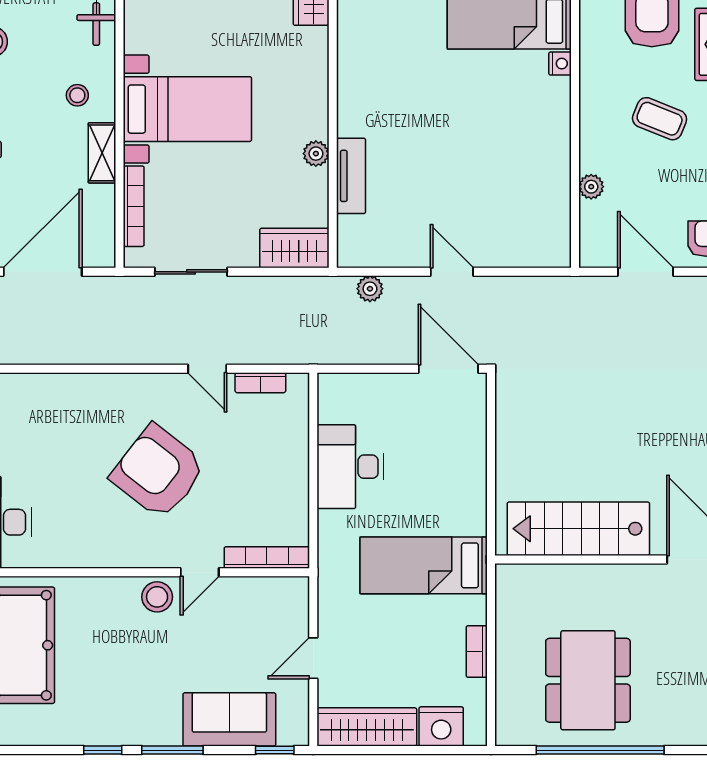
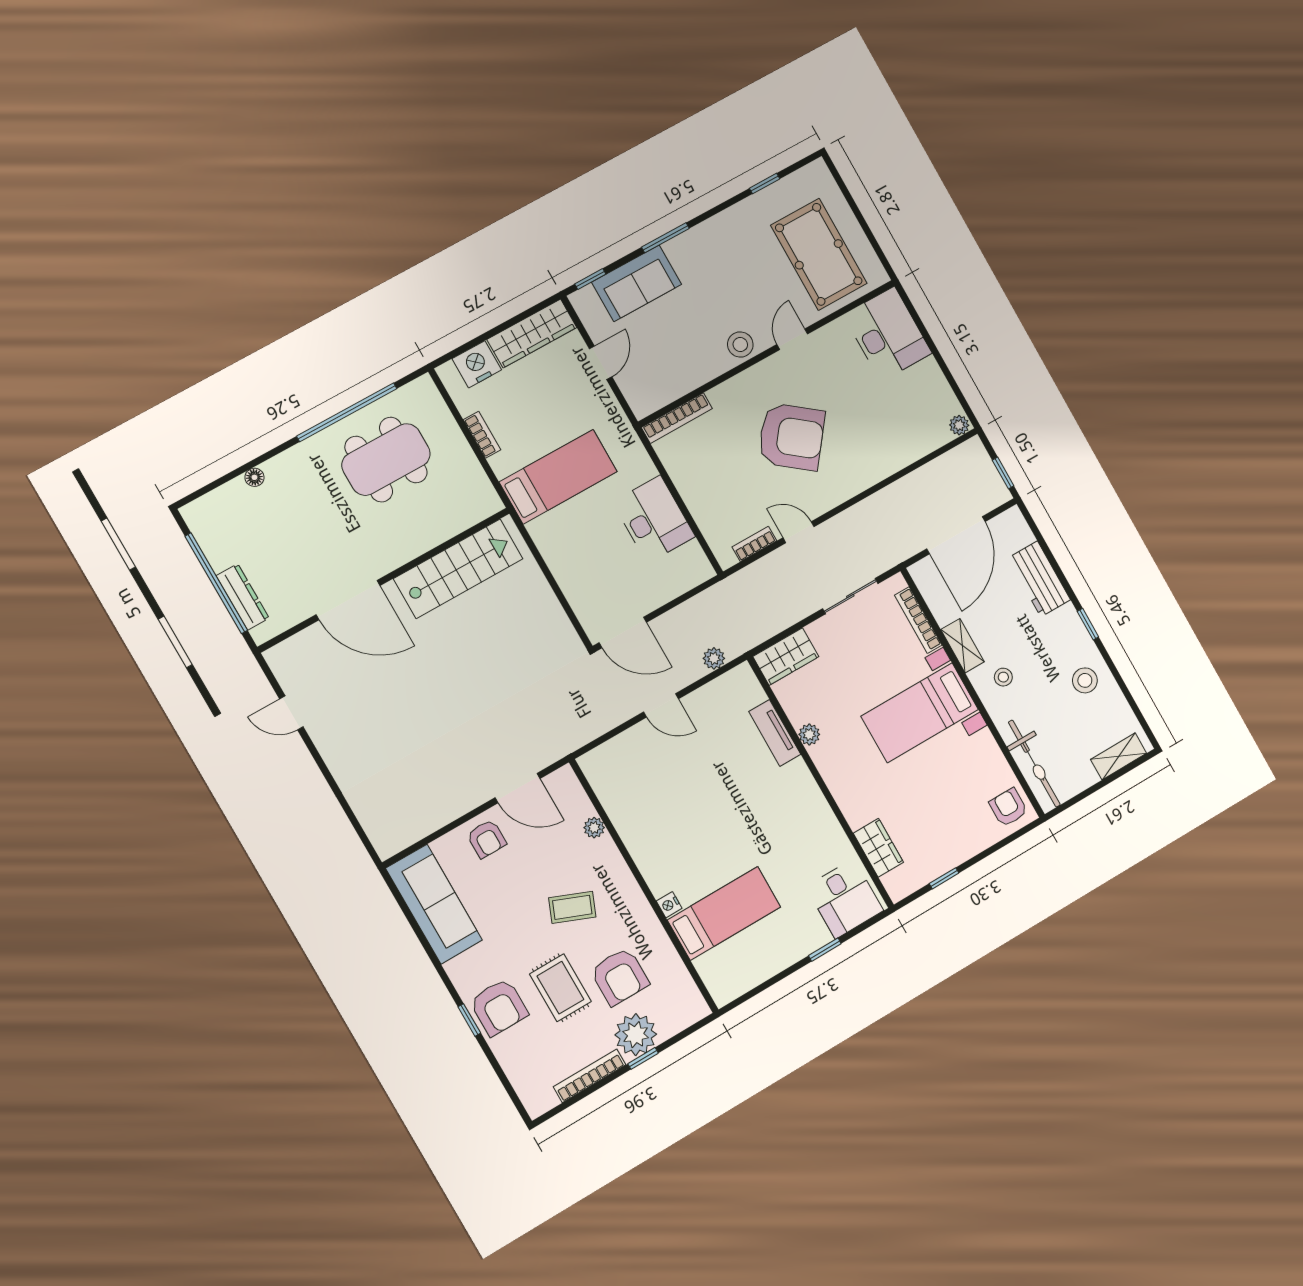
door: (200, 572) -> (792, 339), moved
dining table: (588, 680) -> (386, 460), turned 90
window: (103, 750) -> (765, 184), moved

